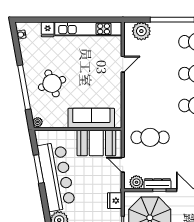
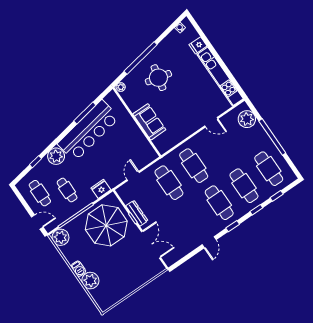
round table: (52, 83) -> (158, 78), turned 33
cafe table: (150, 105) -> (194, 166), added
sofa: (91, 118) -> (149, 122), width x0.73
booth: (96, 143) -> (136, 144), removed
plant: (136, 182) -> (127, 196), removed

